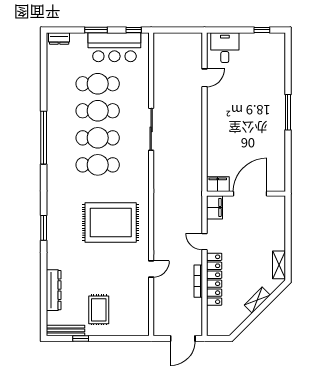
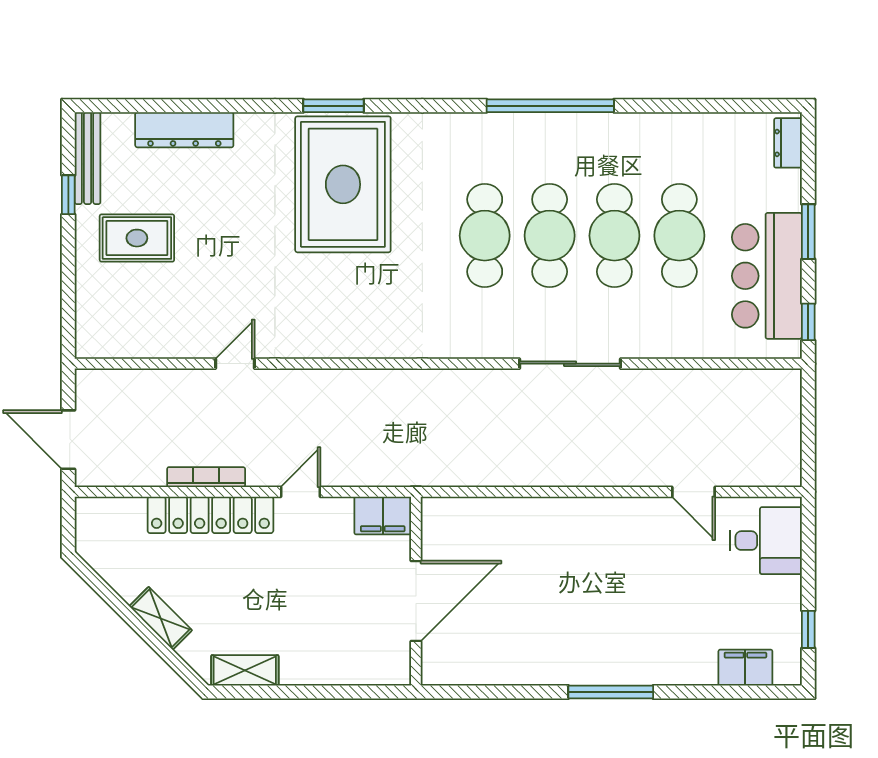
filing cabinet: (218, 184) -> (745, 668), moved, turned -90
door: (250, 194) -> (416, 601), hinge flipped
rug: (111, 222) -> (343, 184), moved
door: (151, 269) -> (235, 364), swing flipped

